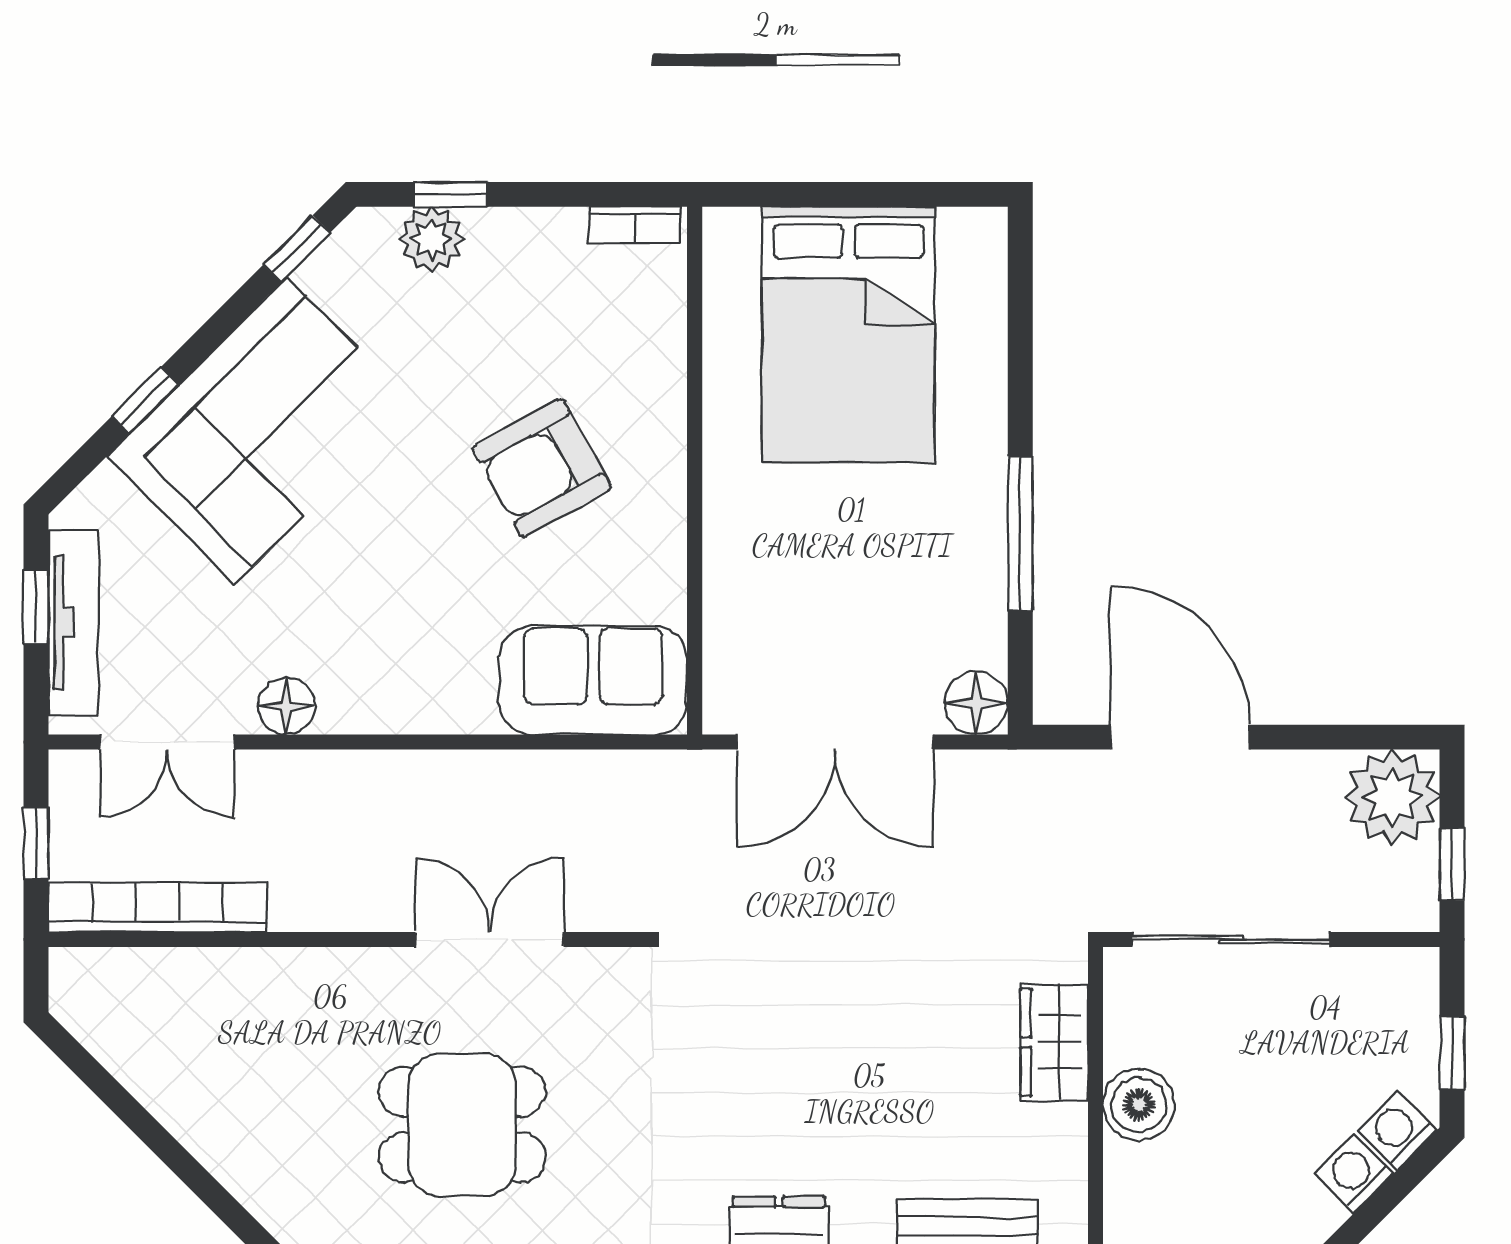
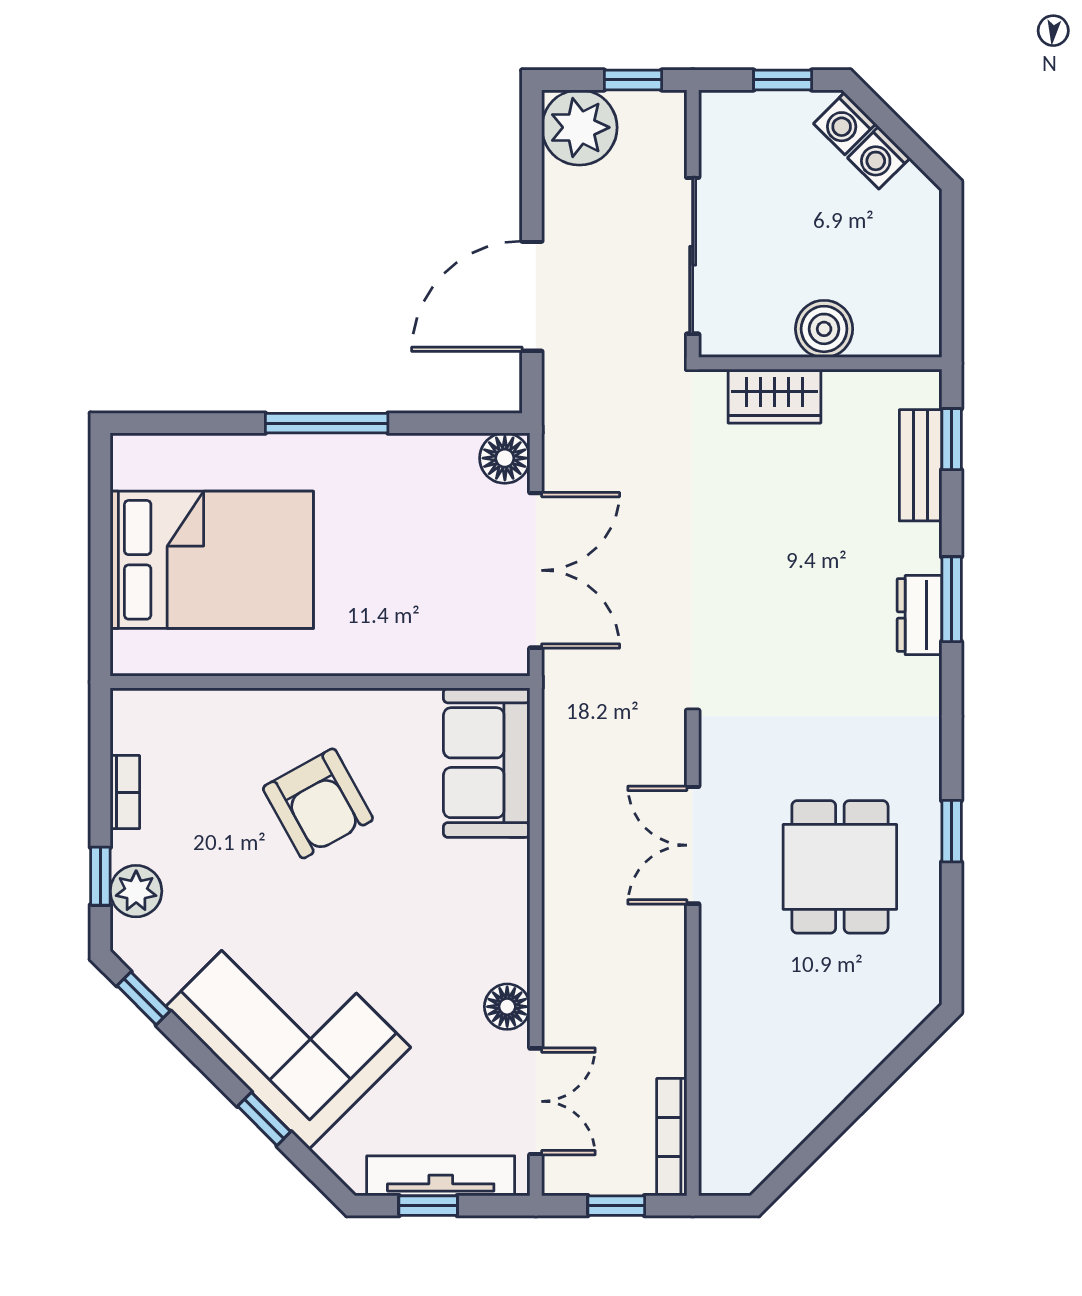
bookcase: (635, 225) -> (125, 792), moved
window: (1020, 533) -> (327, 423), moved
bookcase: (158, 907) -> (672, 1137), width x0.68, depth x0.76

